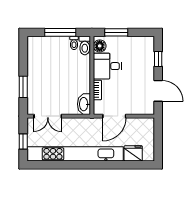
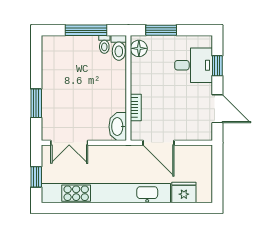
desk: (107, 66) -> (194, 65), moved, turned 180
door: (114, 116) -> (158, 143), hinge flipped

